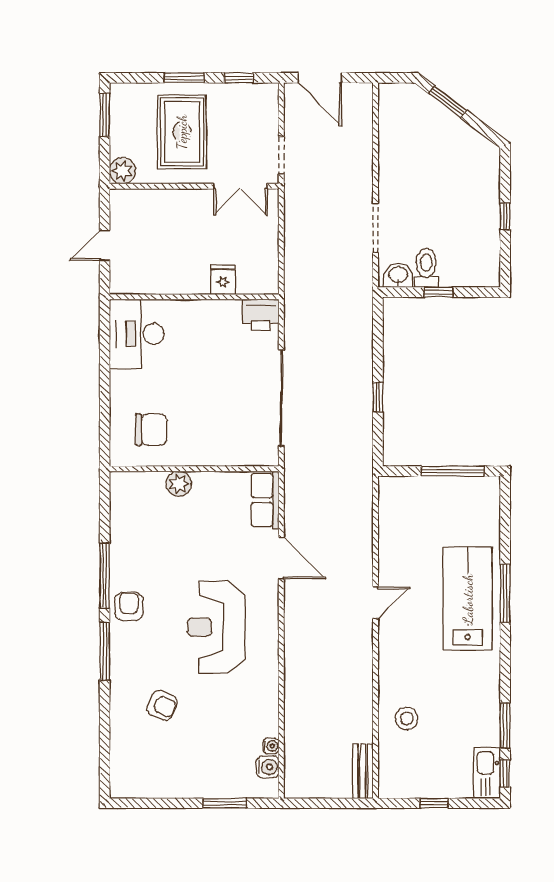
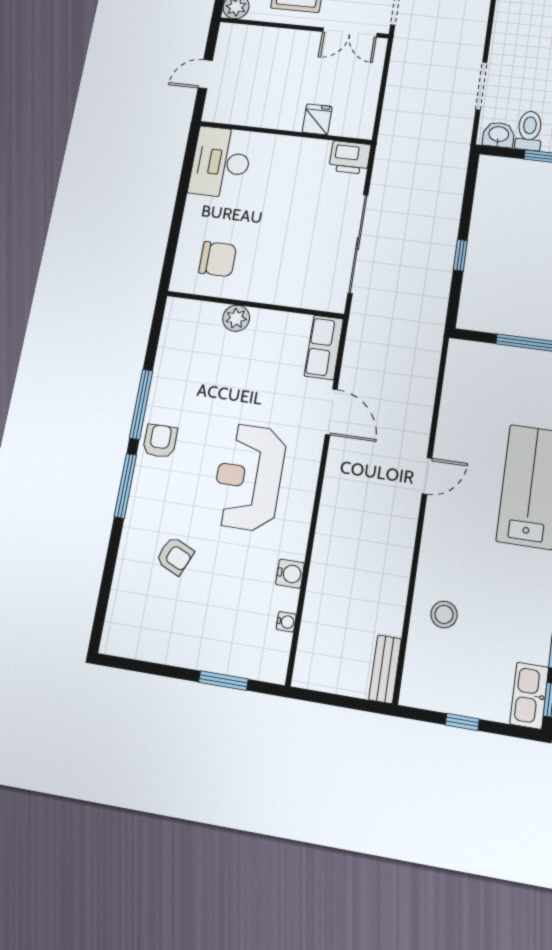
water cooler: (268, 767) -> (290, 574), moved

